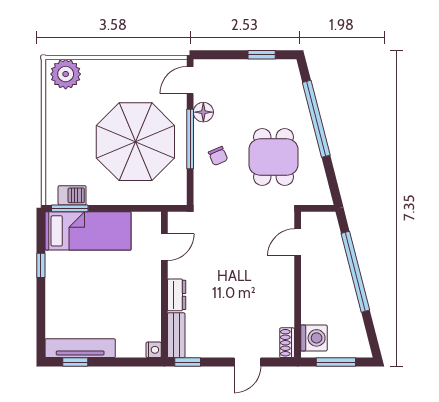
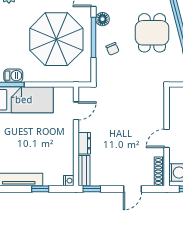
dining table: (273, 157) -> (152, 33), moved
door: (298, 242) -> (167, 138), moved
shoe rack: (287, 343) -> (159, 171), width x1.43
window: (75, 362) -> (40, 189), moved

